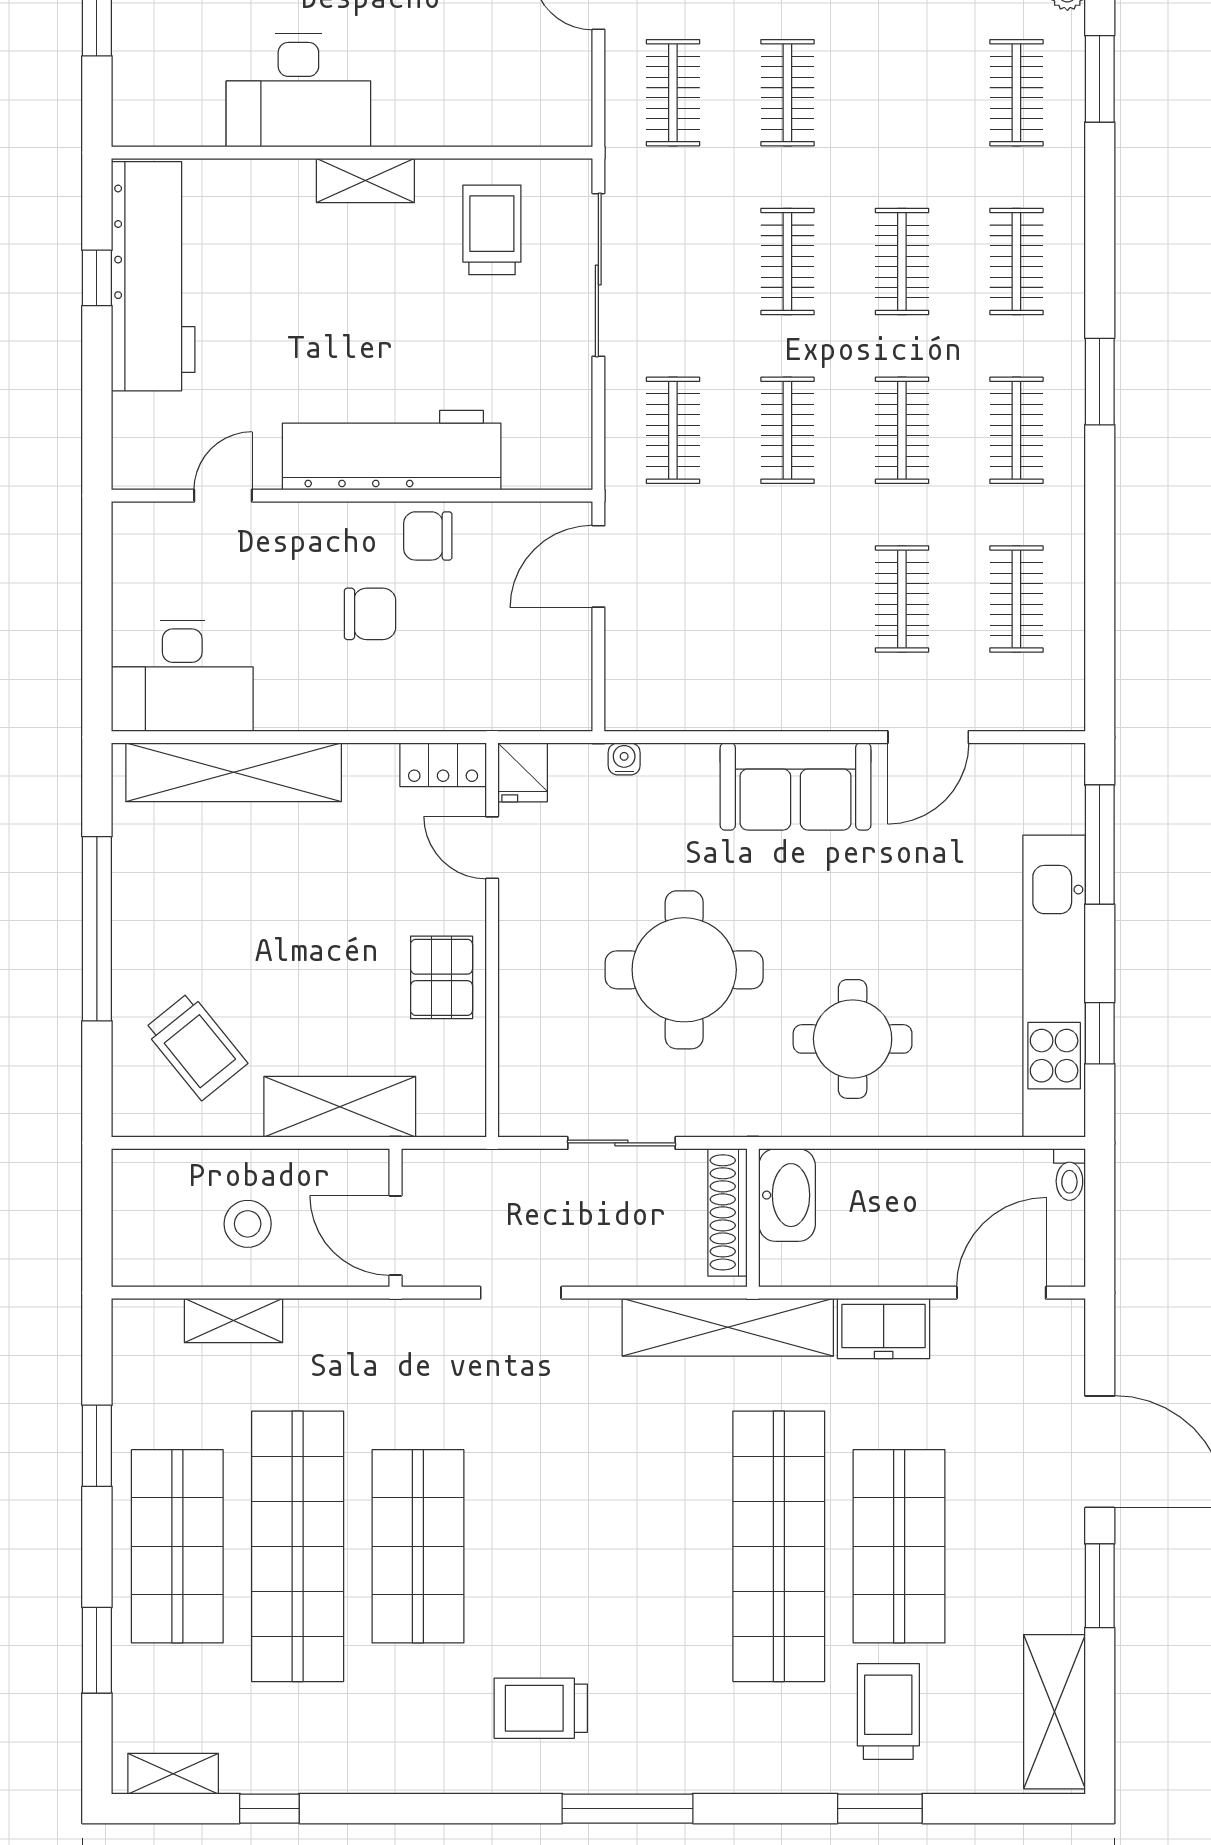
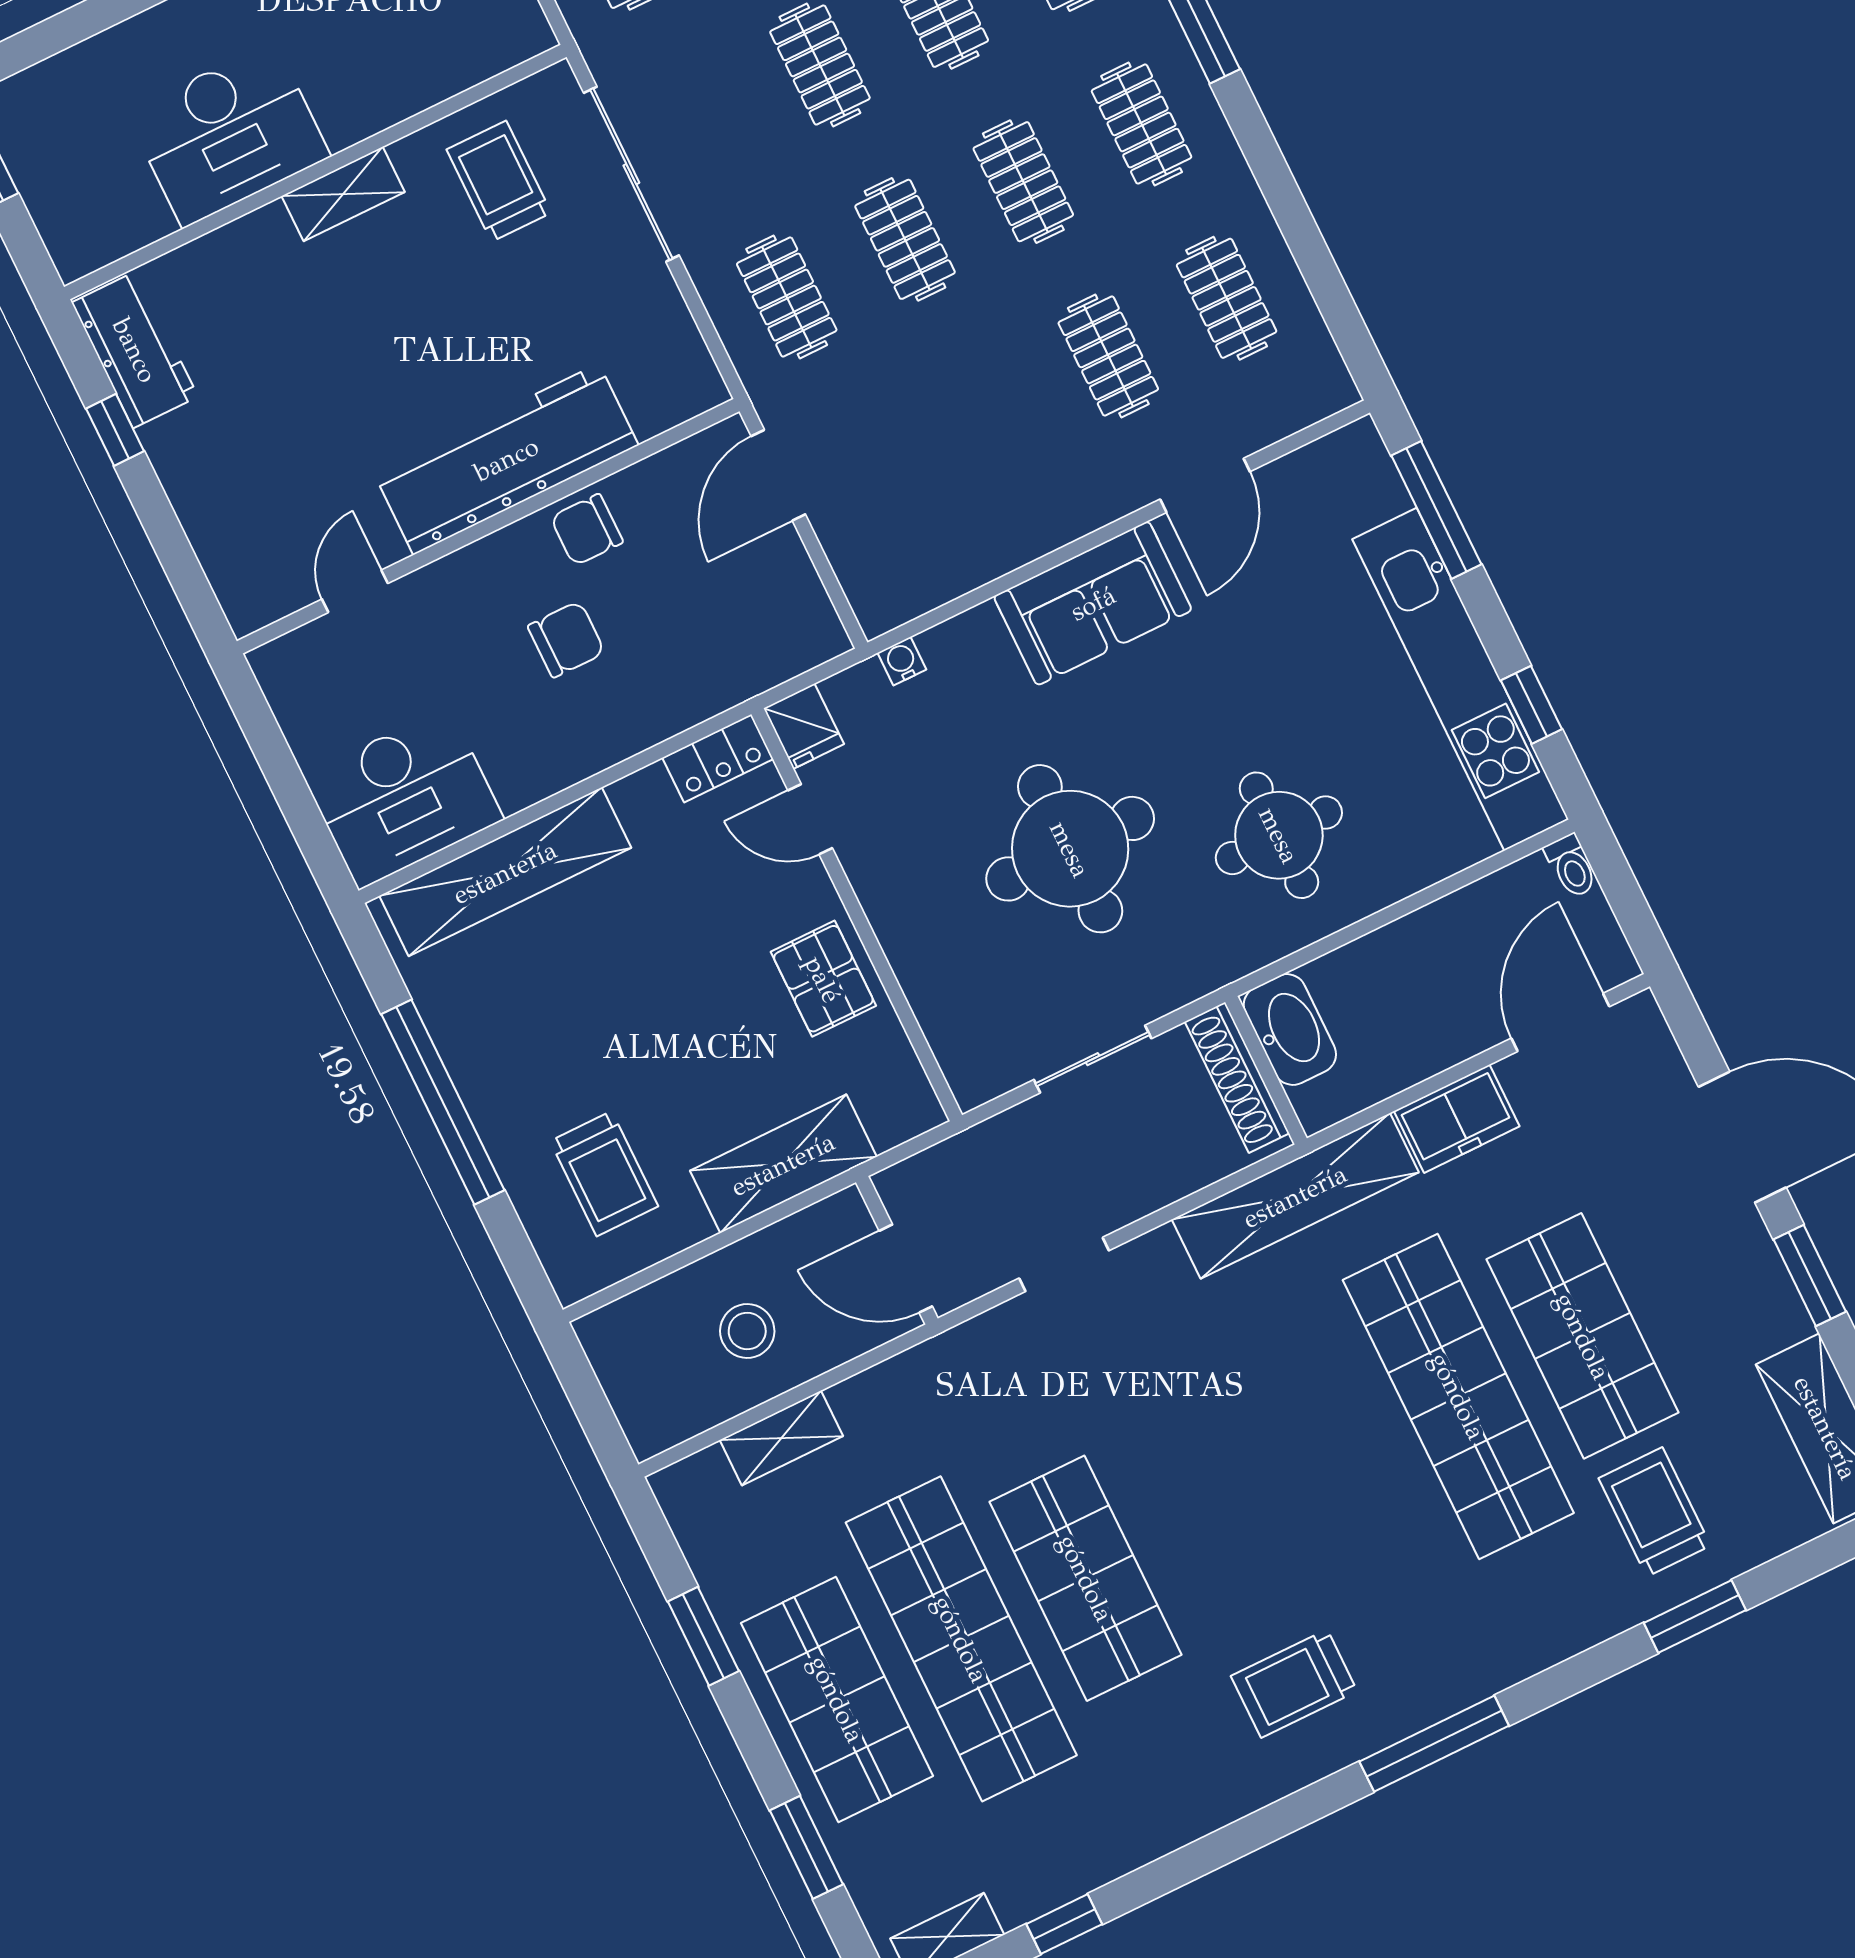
workbench: (153, 276) -> (135, 350), width x0.53, depth x0.76
trolley: (196, 1046) -> (604, 1174), turned 39

